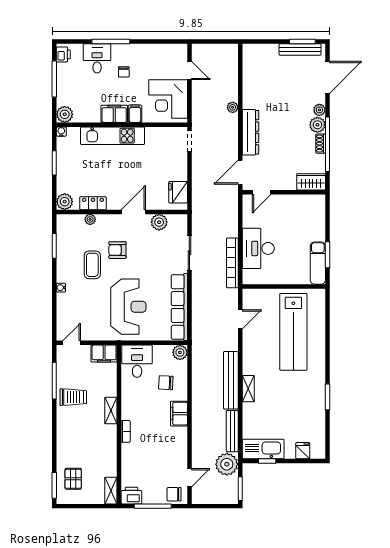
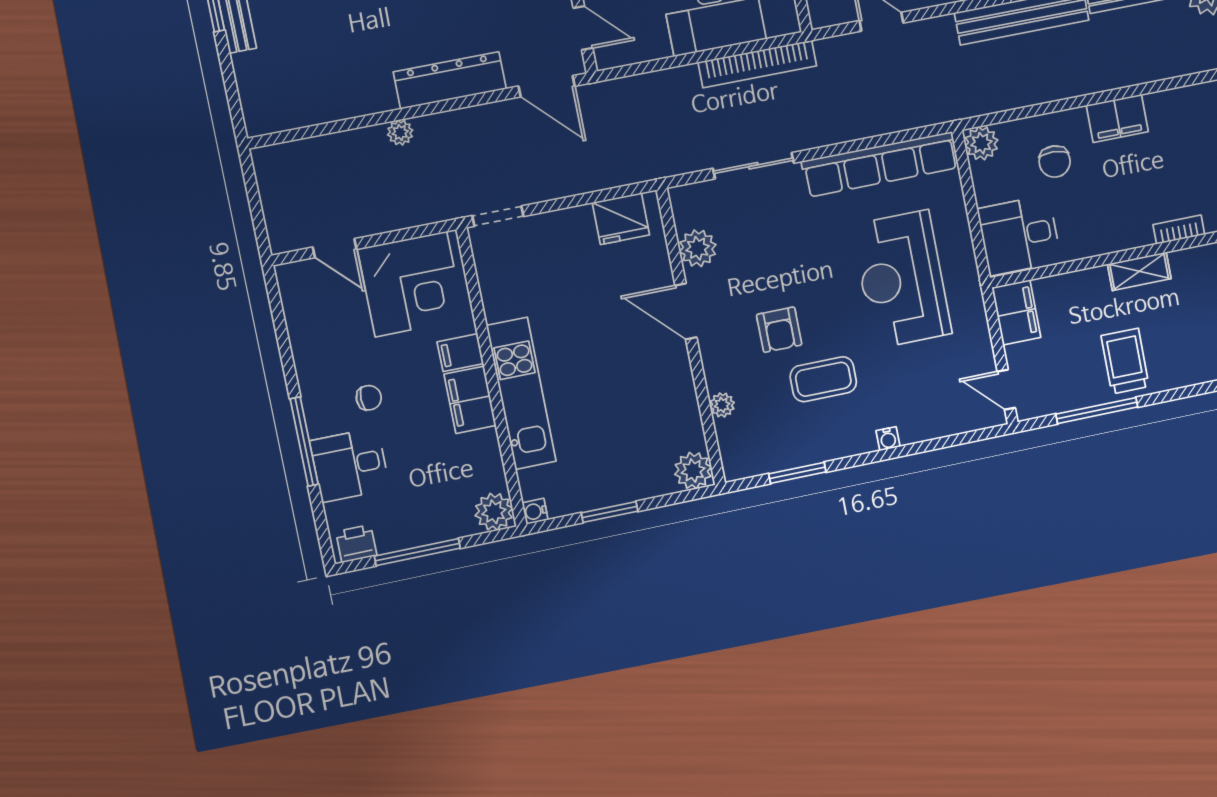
door: (189, 71) -> (335, 248), swing flipped
locker: (93, 203) -> (684, 406), removed
reception desk: (128, 307) -> (902, 279), turned -90

